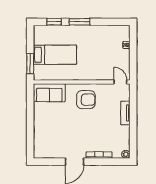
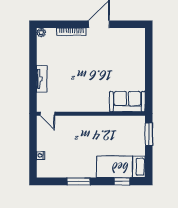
window: (80, 22) -> (79, 181), moved
bed: (55, 55) -> (121, 167), moved
armchair: (86, 100) -> (86, 94), removed

